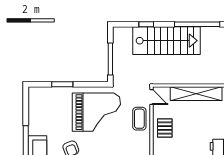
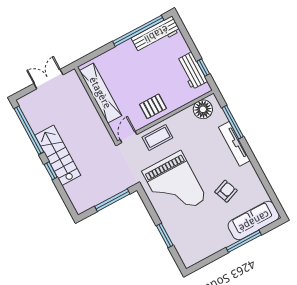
window: (146, 24) -> (51, 171), moved
stairs: (167, 41) -> (58, 155), width x0.73, depth x0.66
grand piano: (96, 112) -> (174, 185), turned 180

